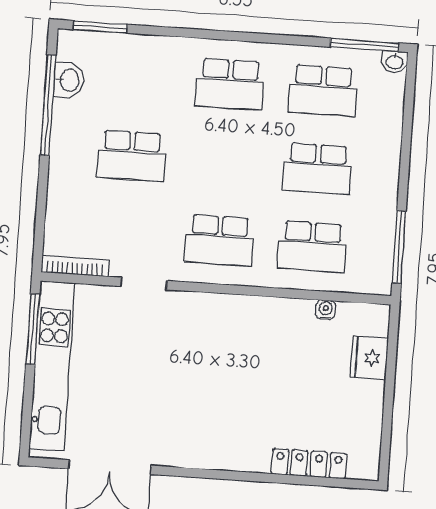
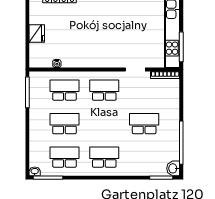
washbasin: (69, 80) -> (173, 168), moved
fridge: (369, 358) -> (37, 34), moved

